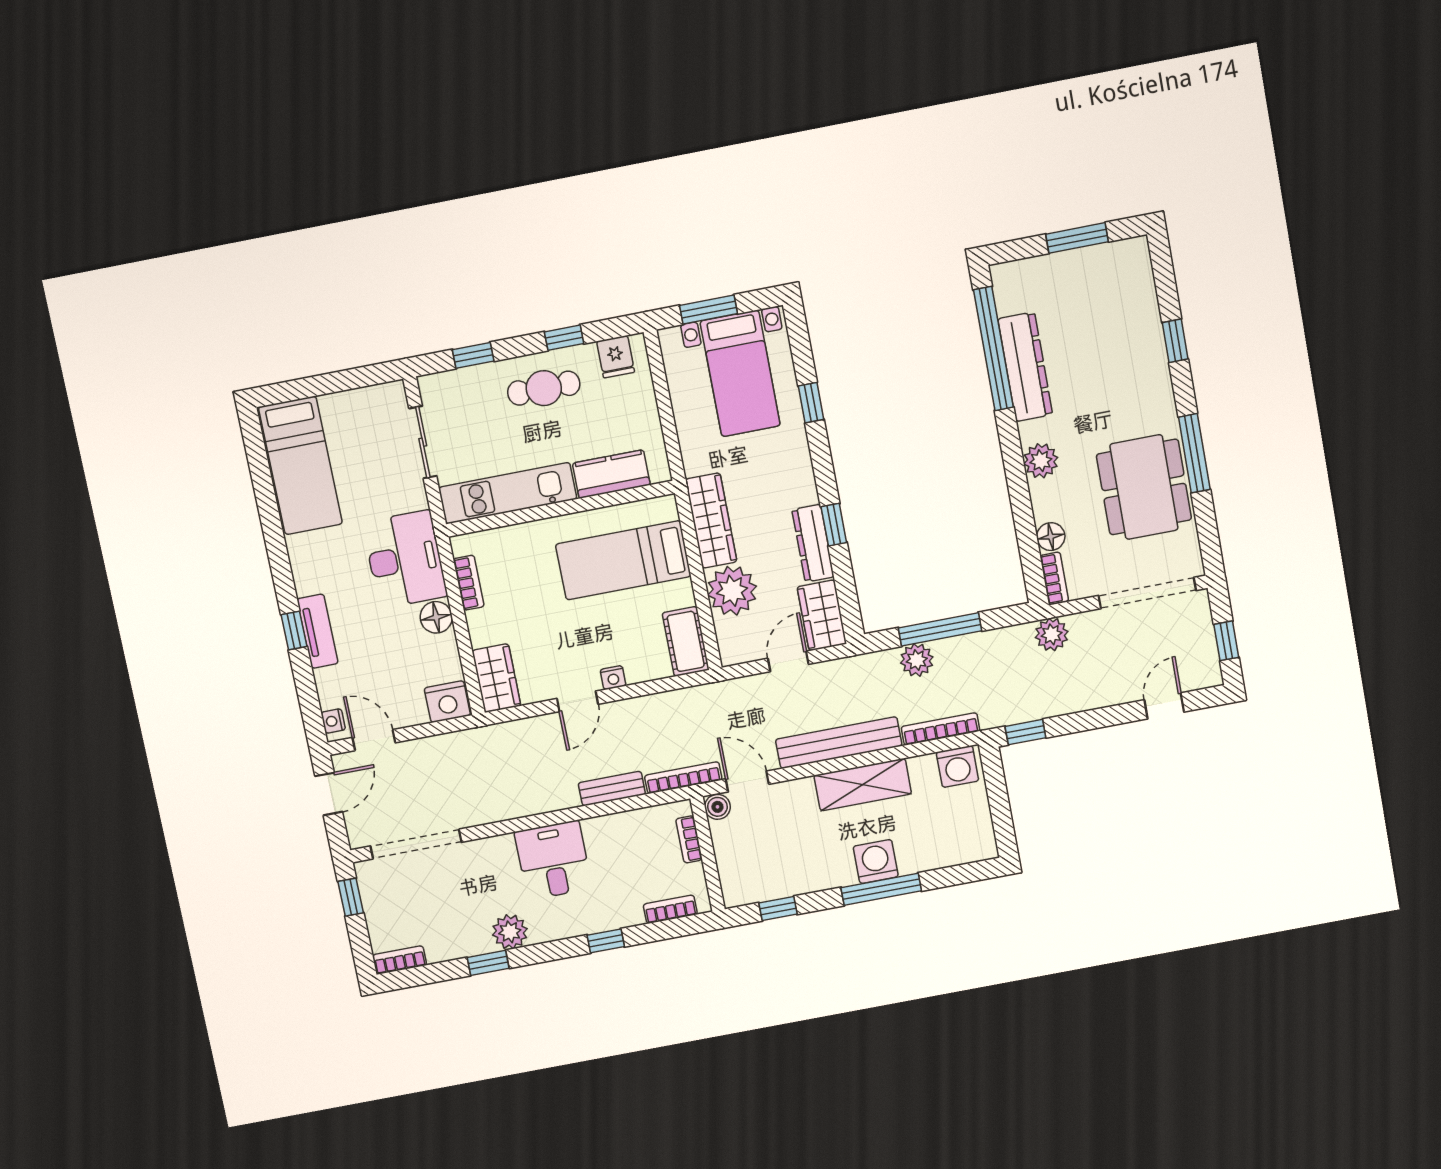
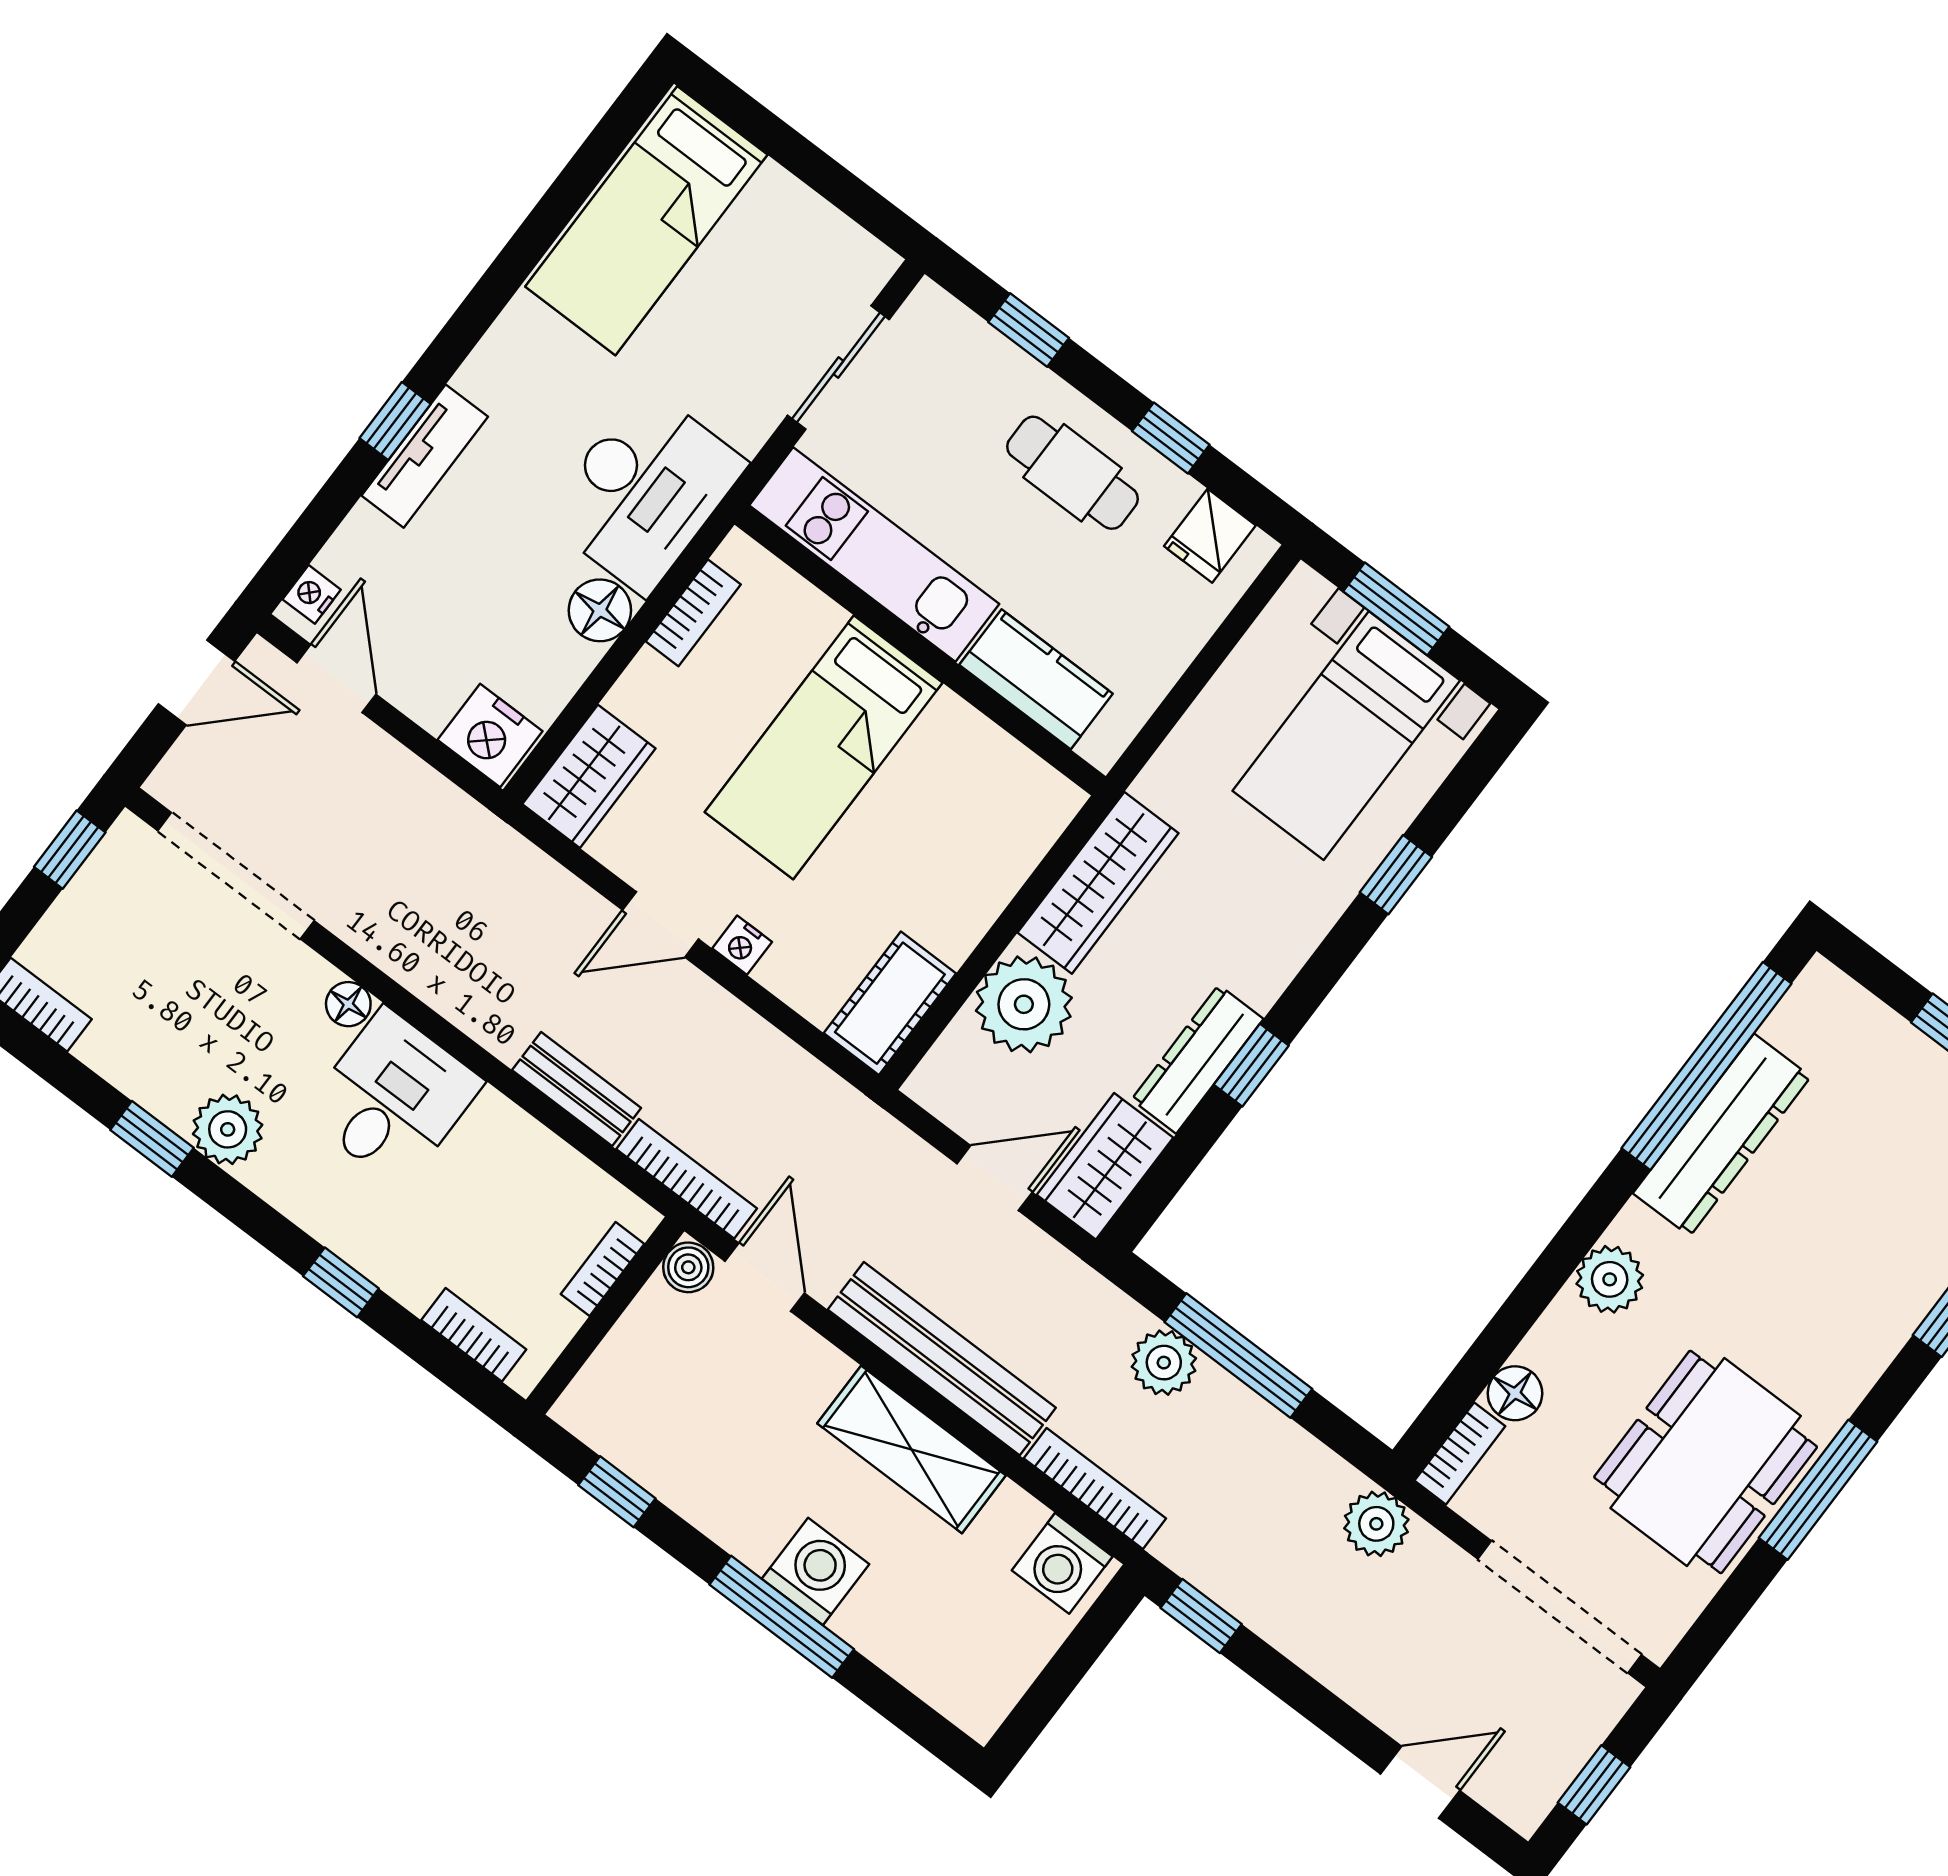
bed: (623, 560) -> (824, 747), moved, turned -90
floor lamp: (503, 845) -> (348, 1004), added

